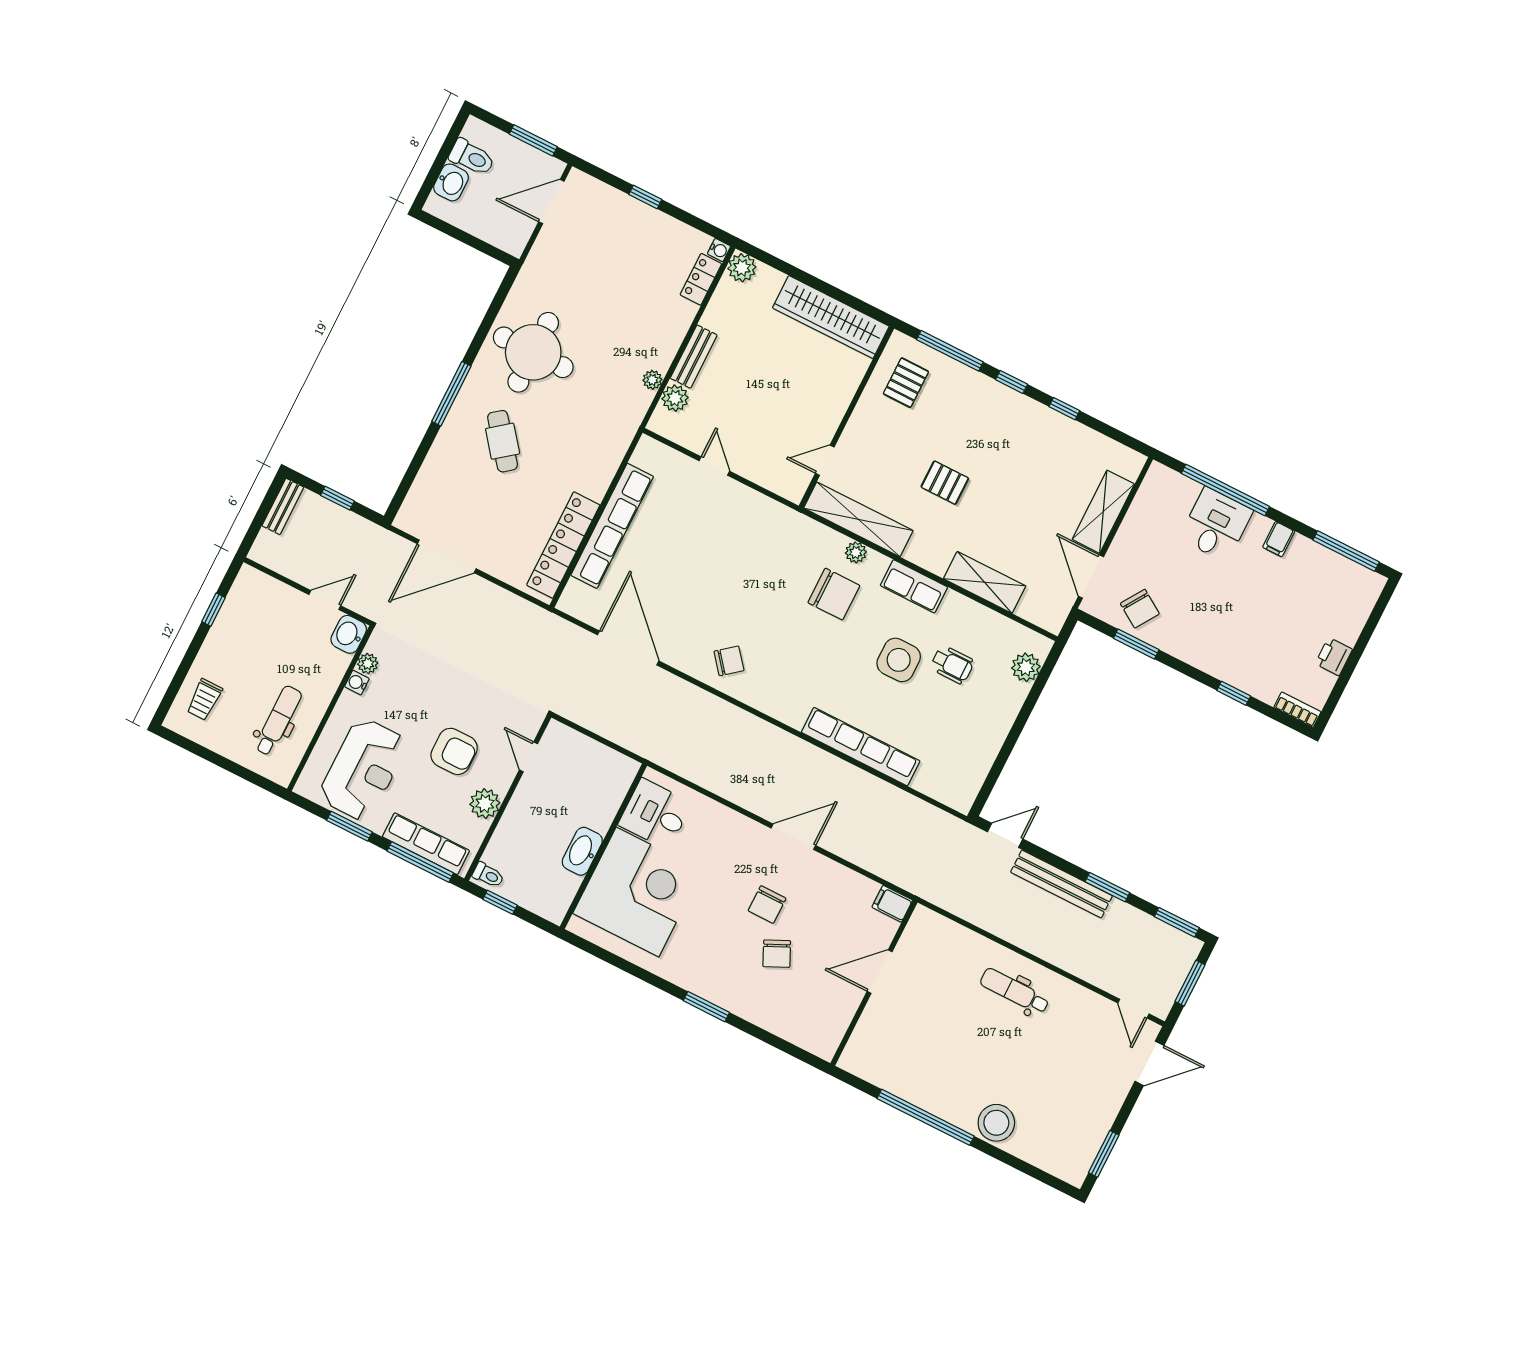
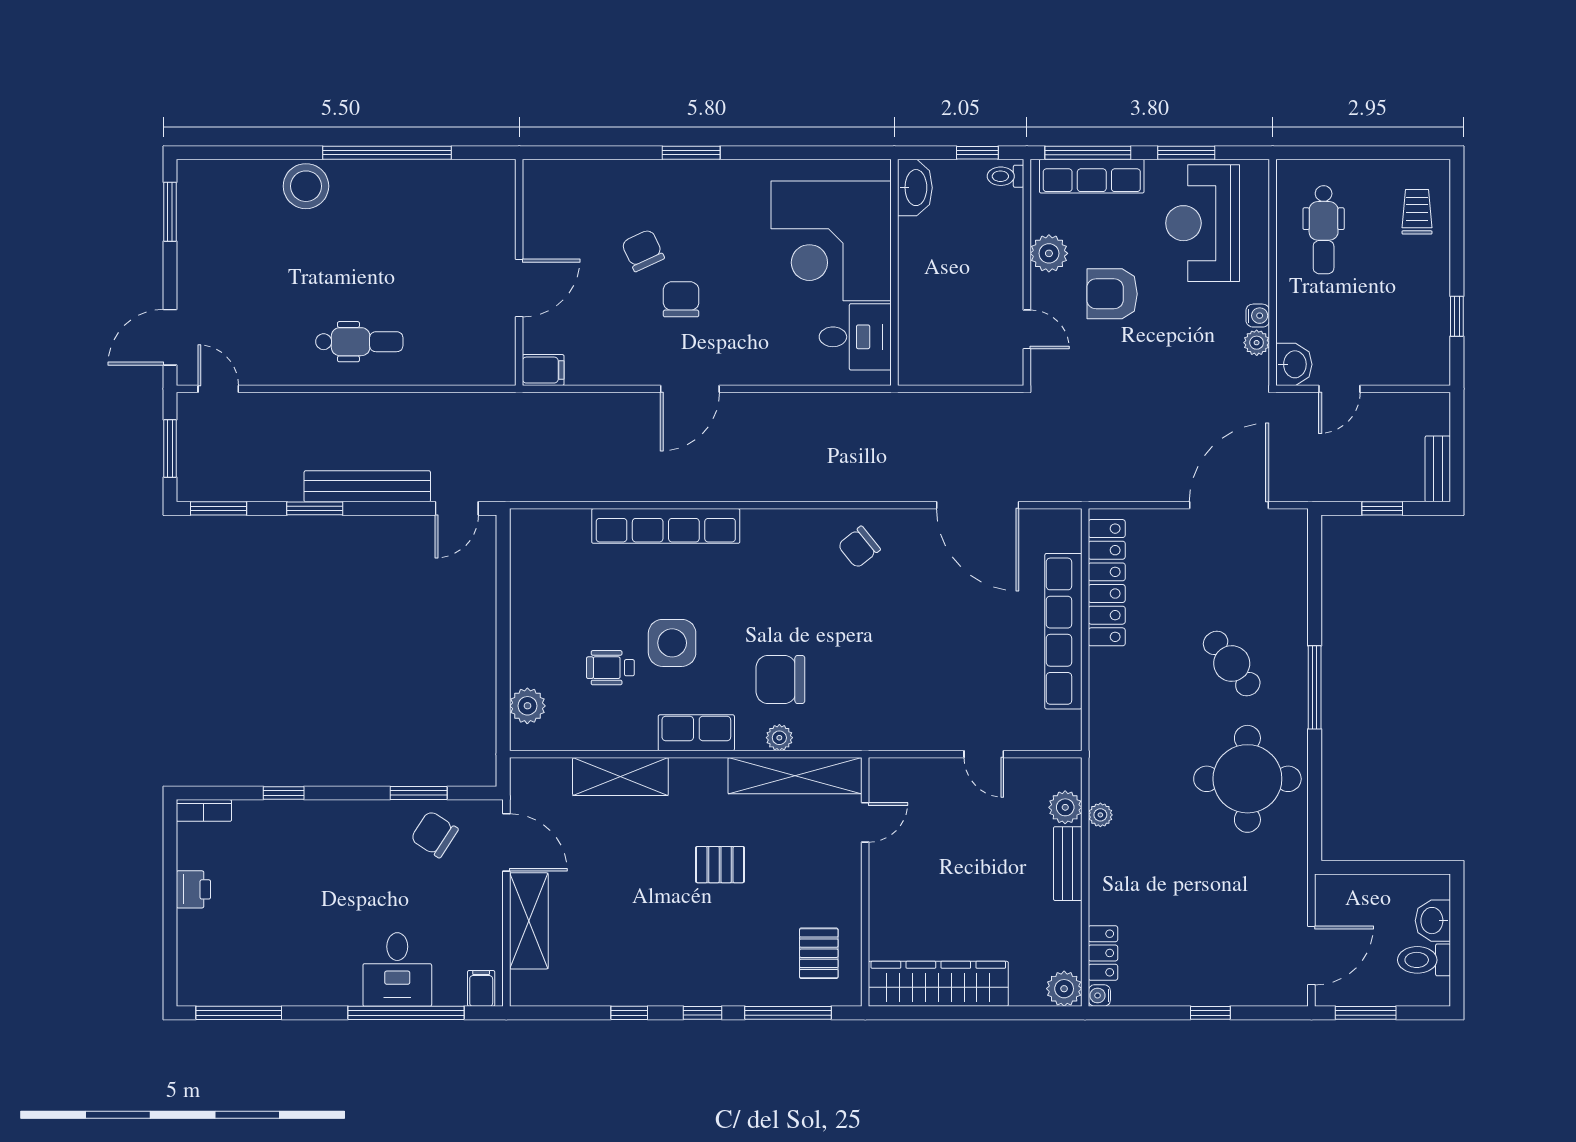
filing cabinet: (1279, 539) -> (481, 988), moved
washbasin: (582, 851) -> (915, 188), moved

